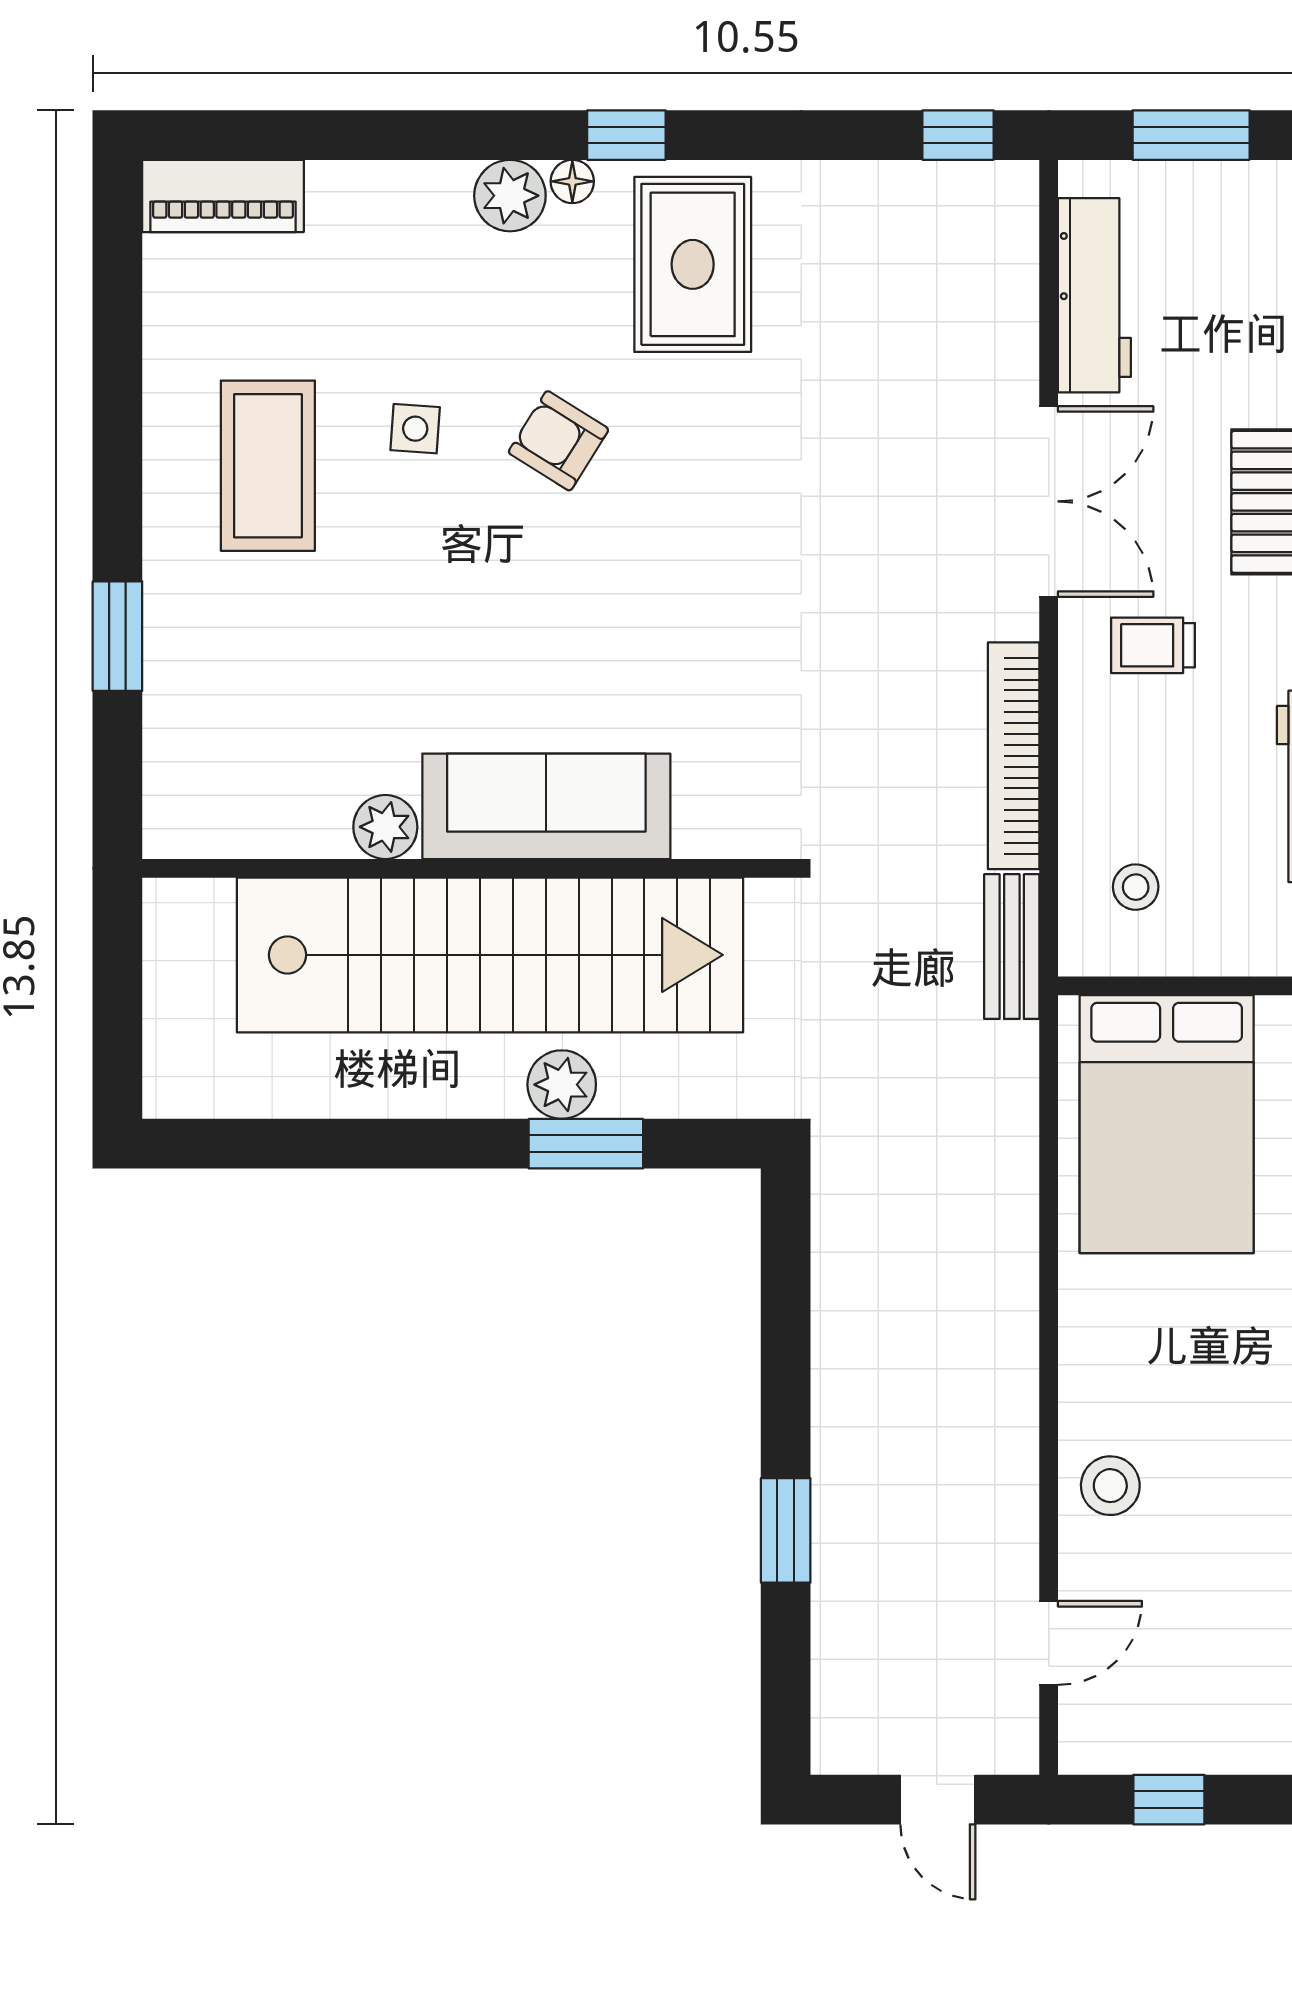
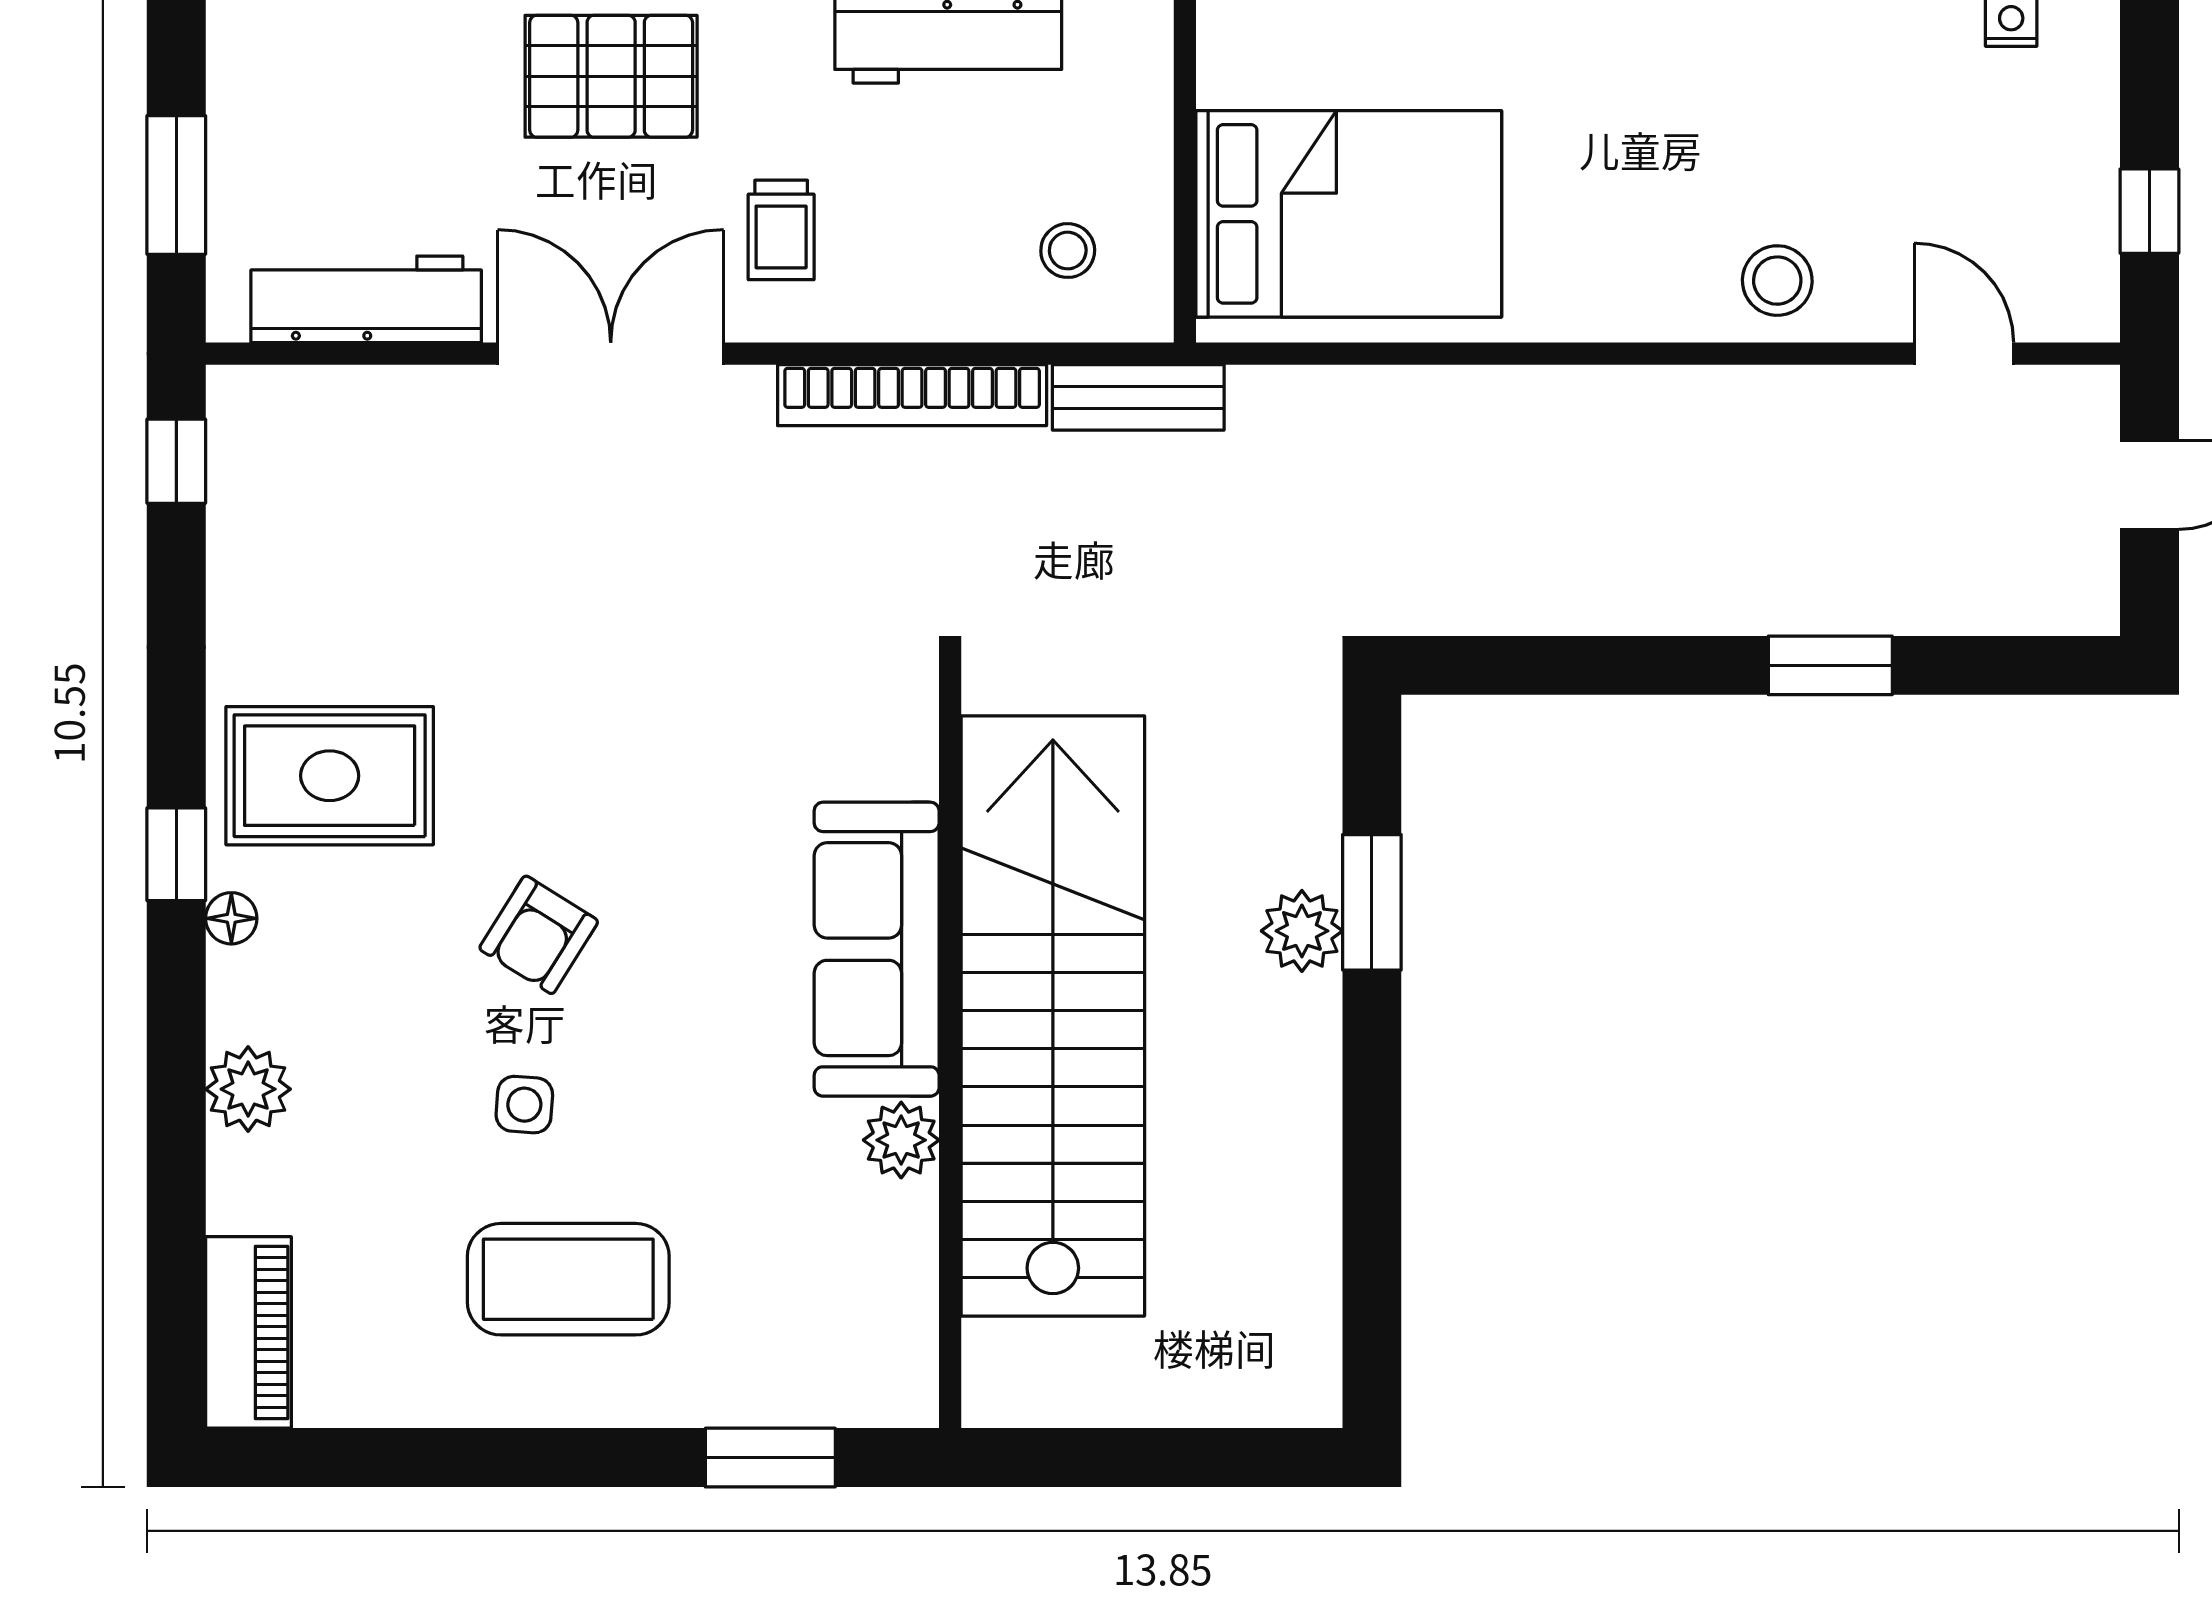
plant: (510, 196) -> (248, 1089), moved
sofa: (546, 806) -> (877, 949), moved
plant: (385, 827) -> (901, 1140), moved
wall: (467, 868) -> (950, 1043), moved
stairs: (490, 955) -> (1053, 1016), moved

